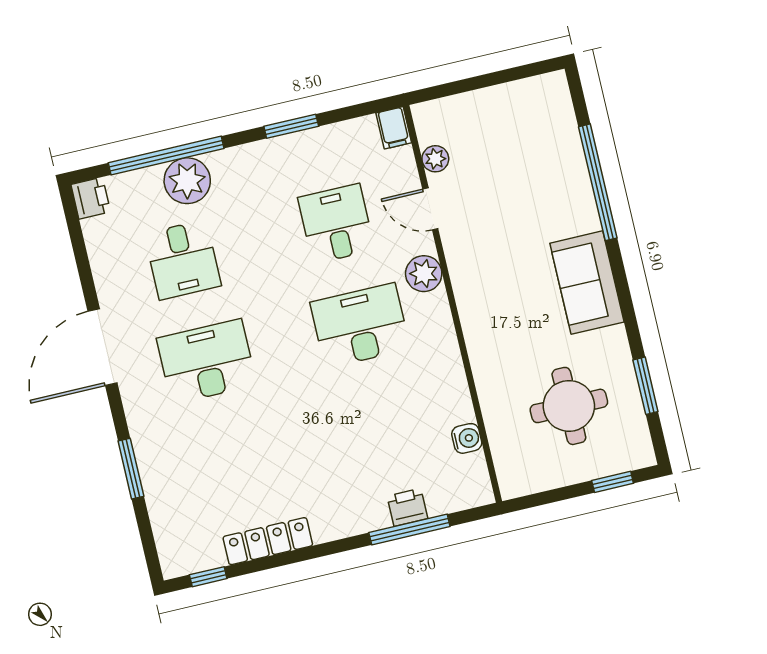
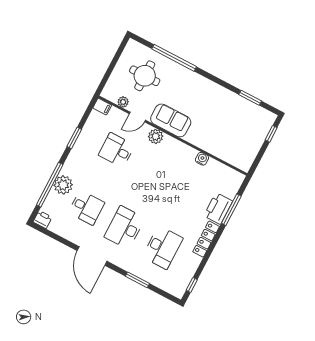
sofa: (587, 283) -> (171, 120), moved, turned 180
desk: (360, 326) -> (163, 248), moved, turned 180
round table: (569, 406) -> (145, 76), moved
water cooler: (467, 438) -> (202, 159), moved
printer: (407, 507) -> (218, 208), width x1.87, depth x1.48
locker: (268, 541) -> (206, 239), moved

